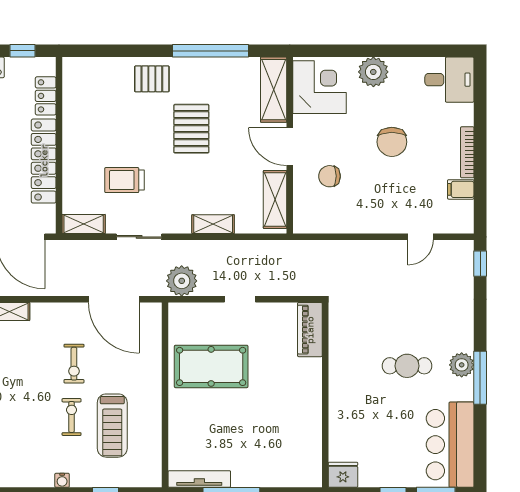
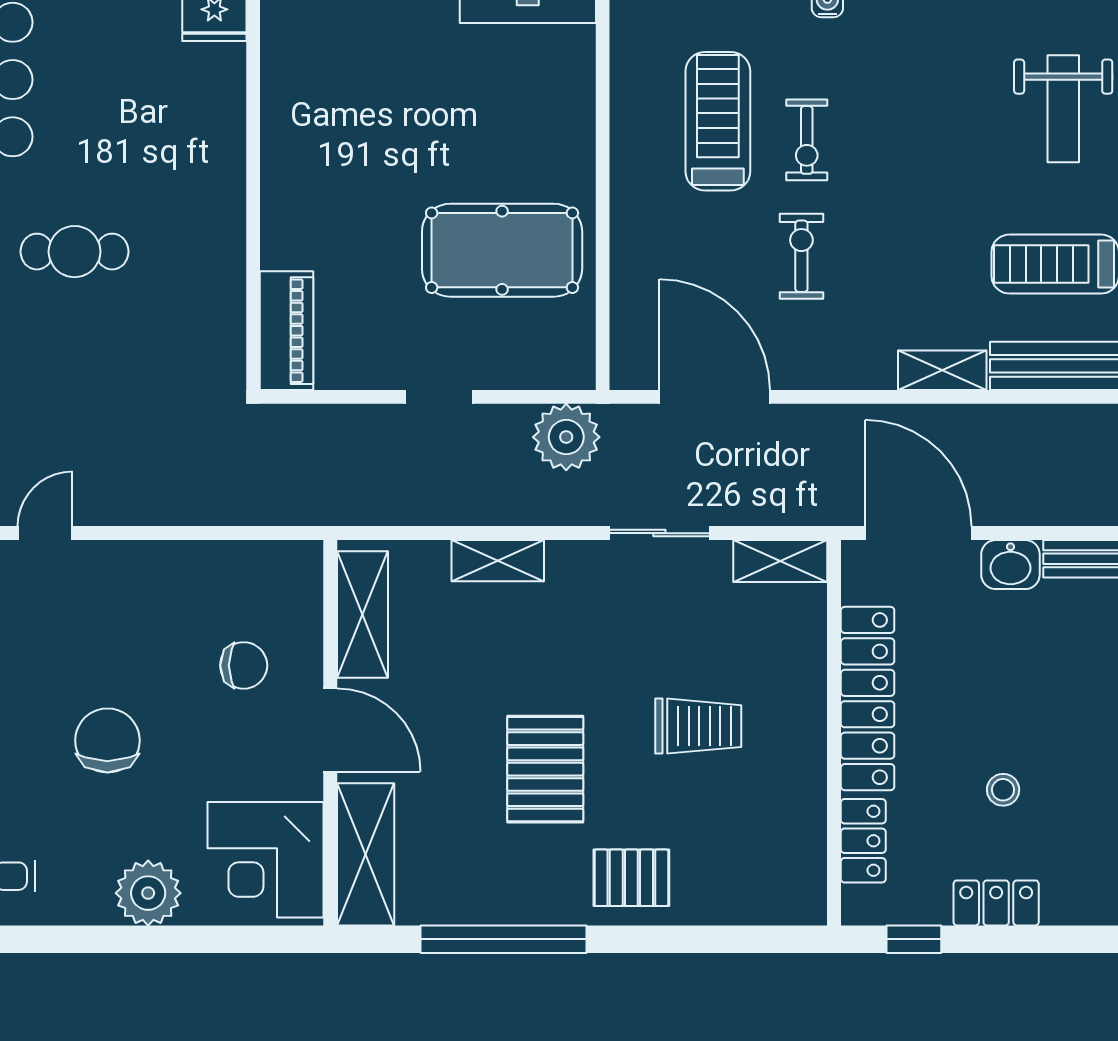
trolley: (124, 180) -> (698, 726), moved

